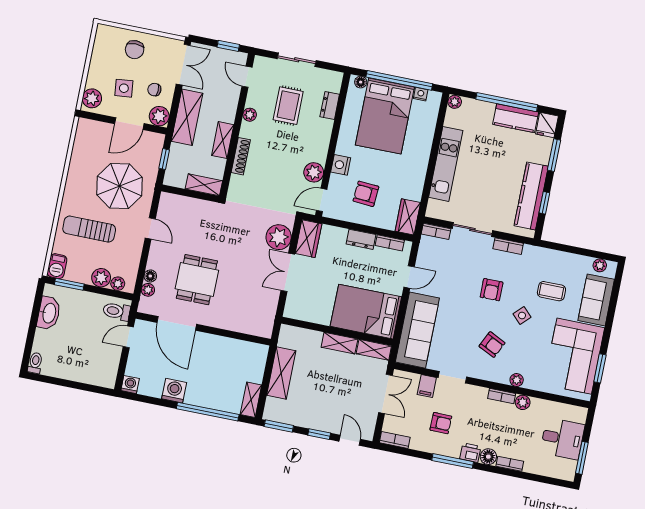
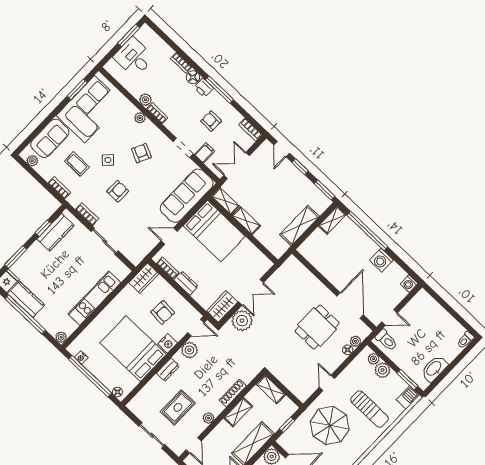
dresser: (330, 106) -> (168, 370), moved
bed: (385, 116) -> (133, 349), moved, turned -90
kitchen counter: (531, 196) -> (55, 232), width x0.67
bookcase: (436, 231) -> (59, 188), moved

